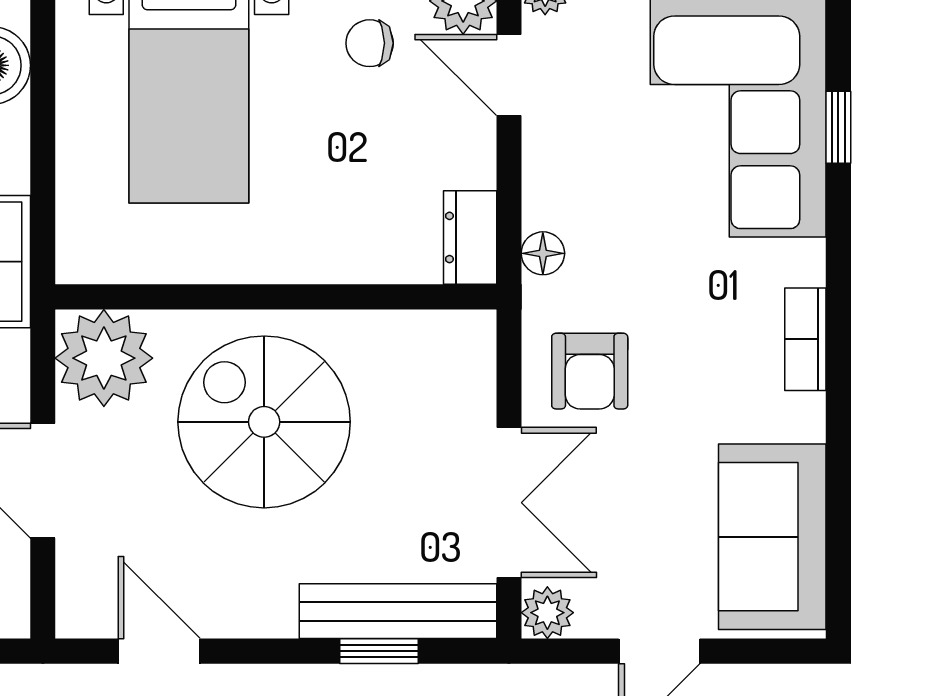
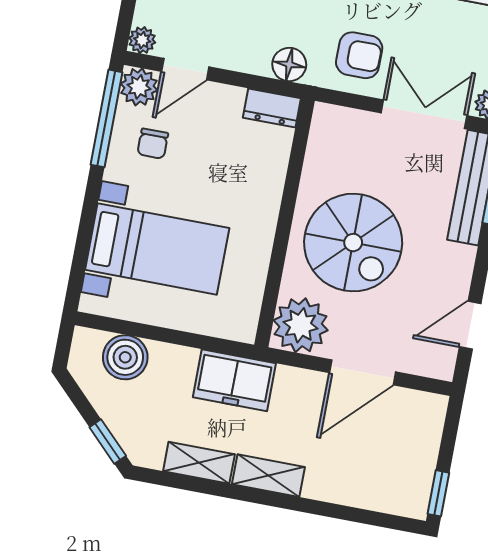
floor lamp: (543, 253) -> (289, 64), width x1.37, depth x1.37
spiral stairs: (264, 422) -> (353, 243), turned -90

